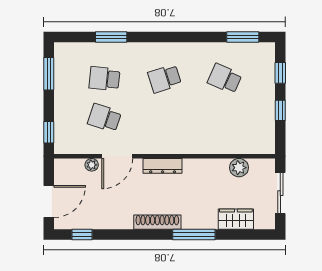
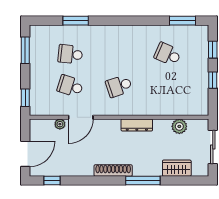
school desk: (165, 79) -> (119, 86), moved
dresser: (163, 166) -> (137, 125), moved

